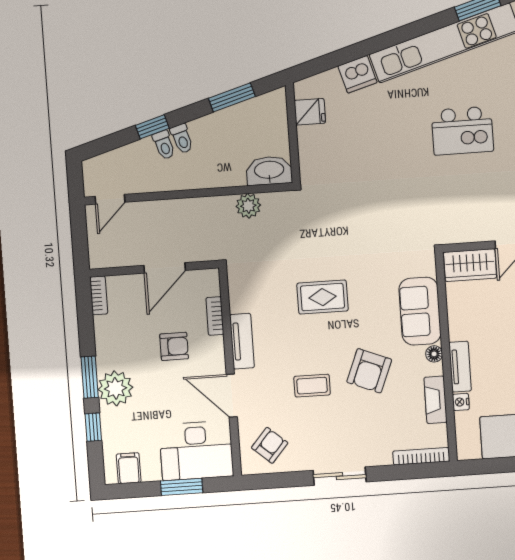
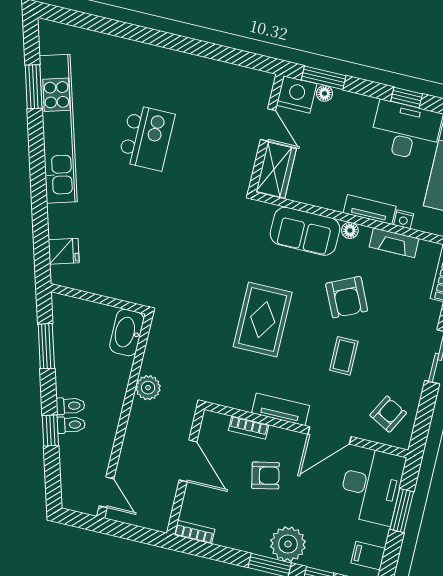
dishwasher: (357, 74) -> (62, 220), removed
fridge: (310, 112) -> (64, 251), moved, turned 74
plant: (248, 206) -> (148, 388), moved
rug: (322, 297) -> (263, 320), width x1.36, depth x1.43
armchair: (174, 346) -> (265, 475), turned 78
armchair: (369, 371) -> (347, 297), turned 43
armchair: (270, 445) -> (388, 414), turned 77

